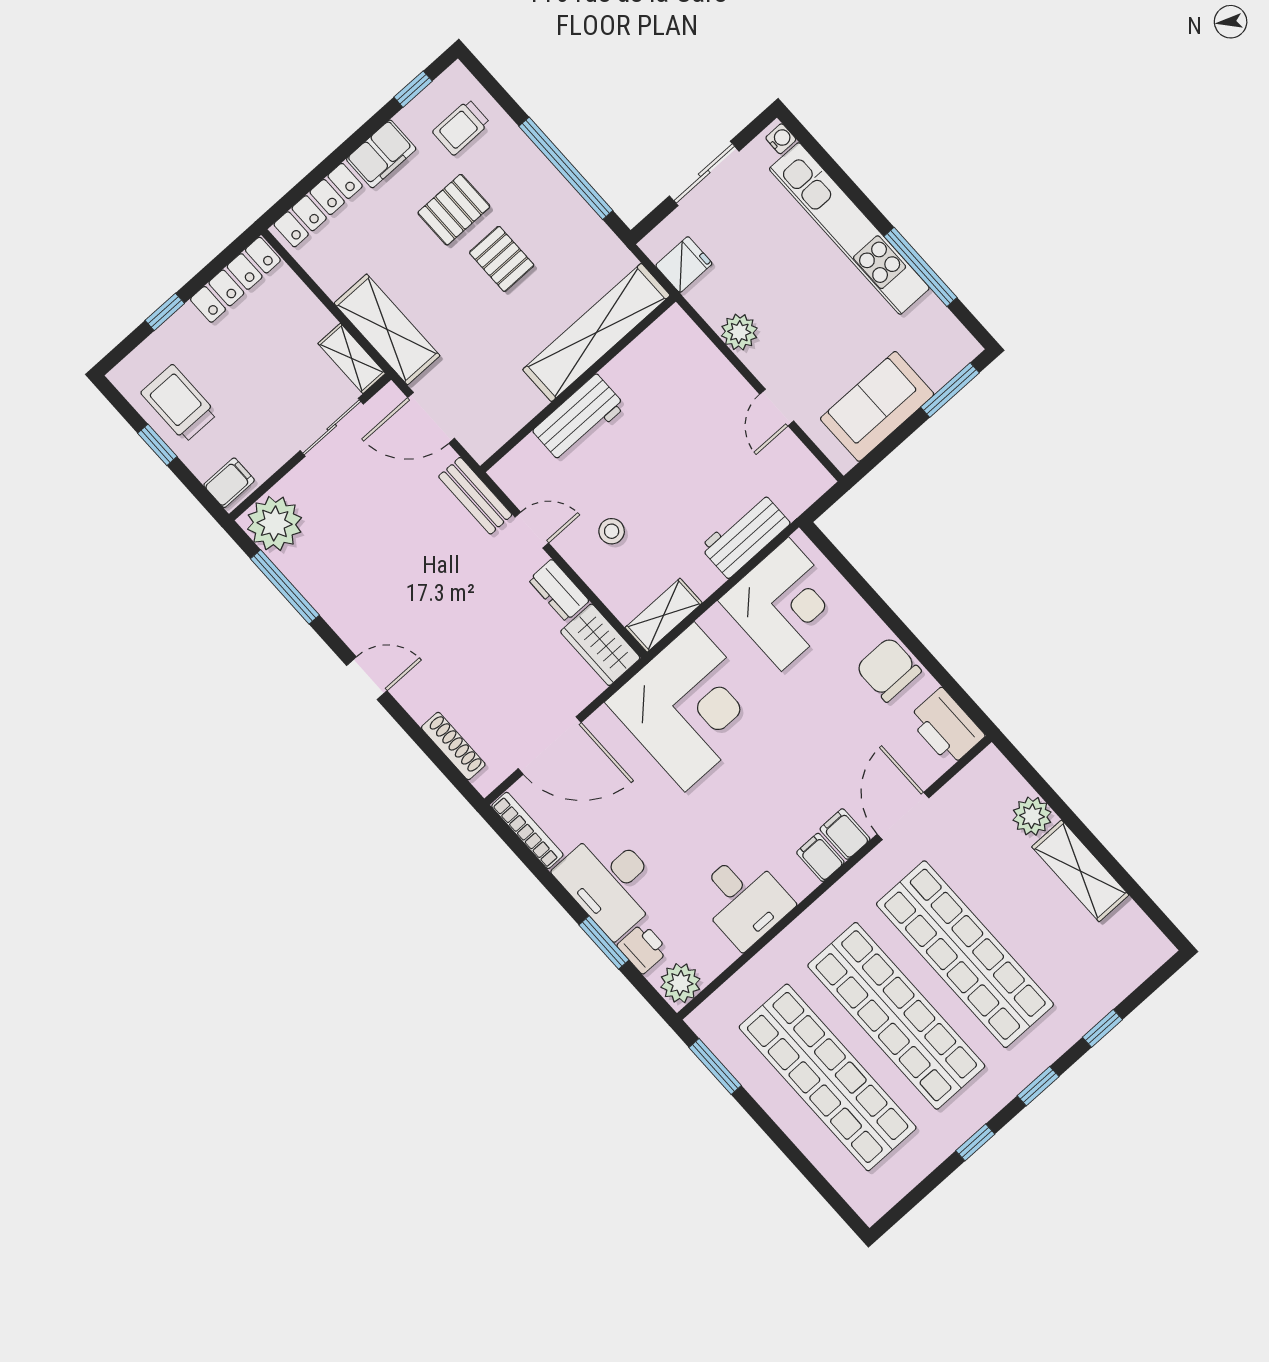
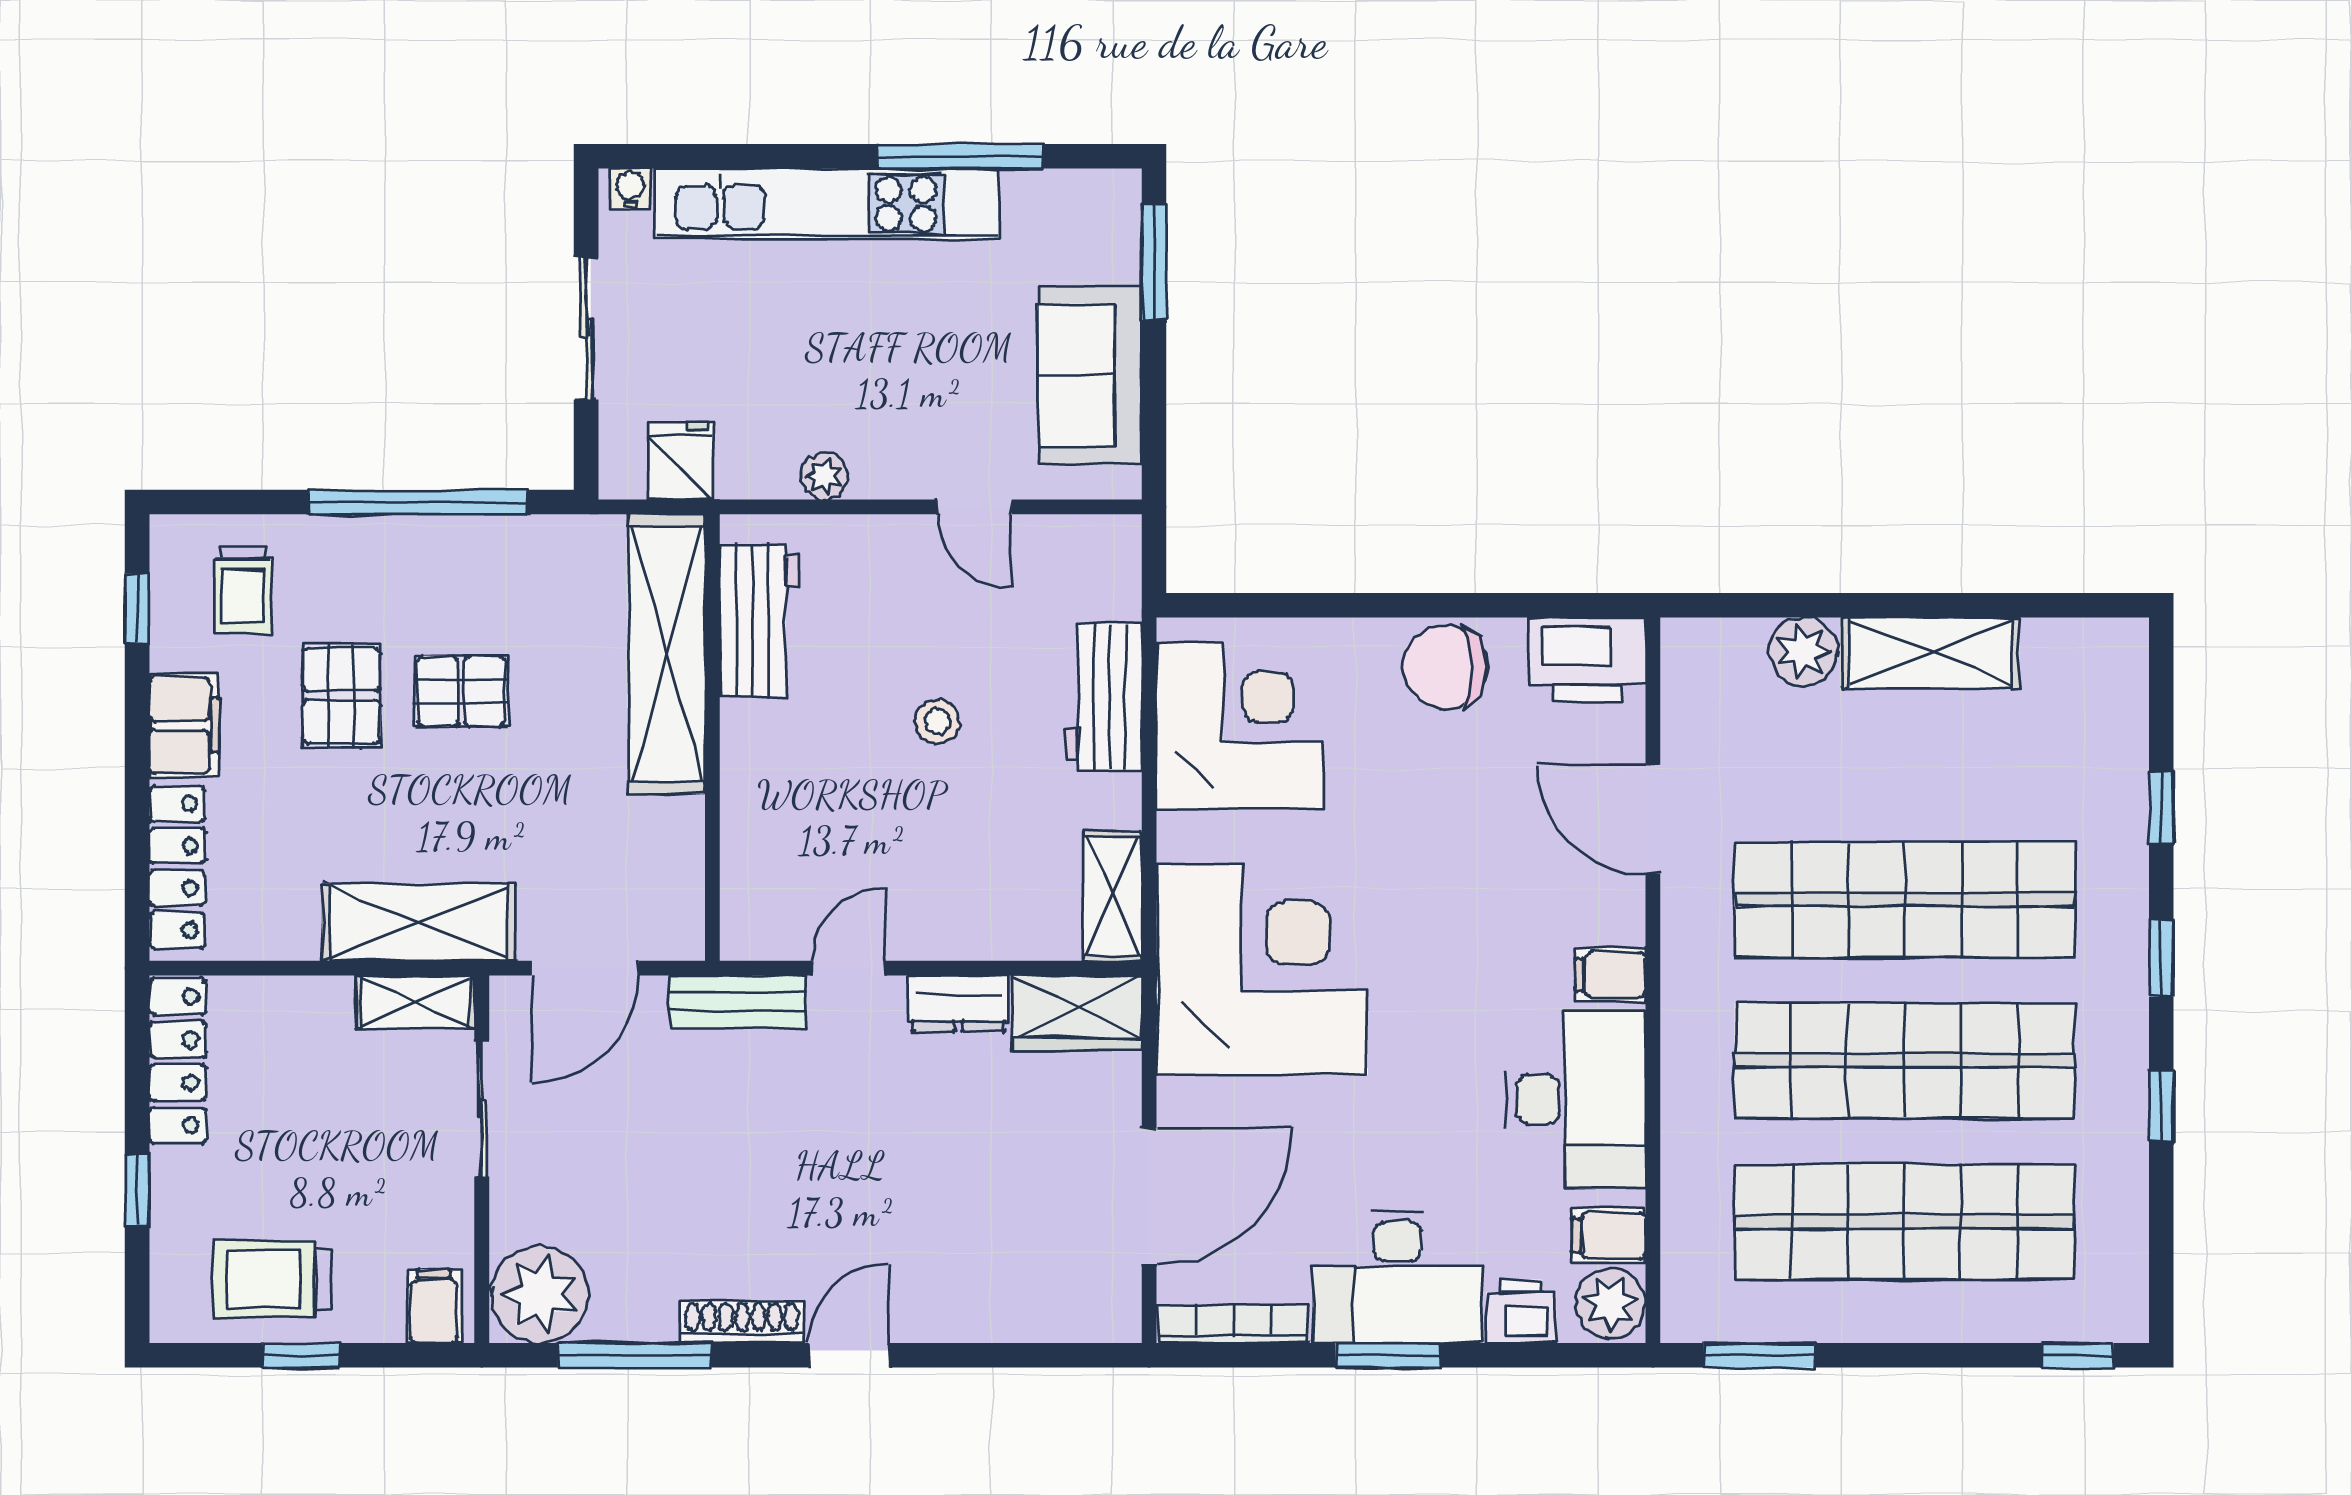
plant: (739, 332) -> (824, 476), width x0.73, depth x0.73
workbench: (579, 419) -> (759, 620), moved
stool: (612, 531) -> (937, 722), moved
shoe rack: (453, 746) -> (742, 1322), moved
filing cabinet: (845, 834) -> (1609, 1235), moved
desk: (744, 900) -> (1576, 1100), width x1.37
window: (604, 943) -> (1388, 1355), moved
window: (837, 1202) -> (2077, 1355), added

